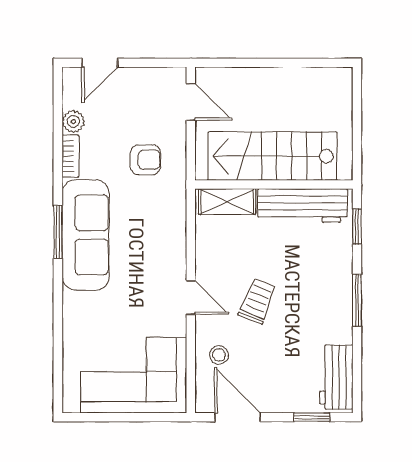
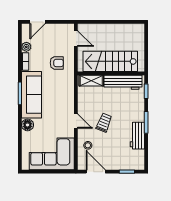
floor lamp: (76, 307) -> (27, 125), added
workbench: (336, 377) -> (137, 136), moved

